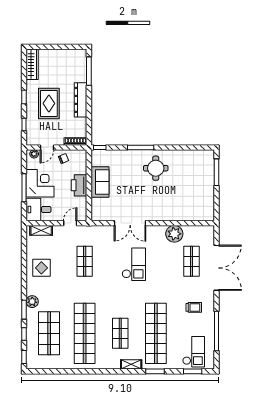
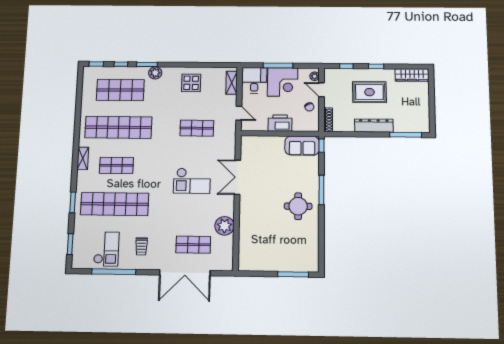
sofa: (100, 182) -> (302, 146), moved
checkout: (194, 352) -> (106, 249), moved, turned -90
shelving: (131, 364) -> (83, 158), moved

